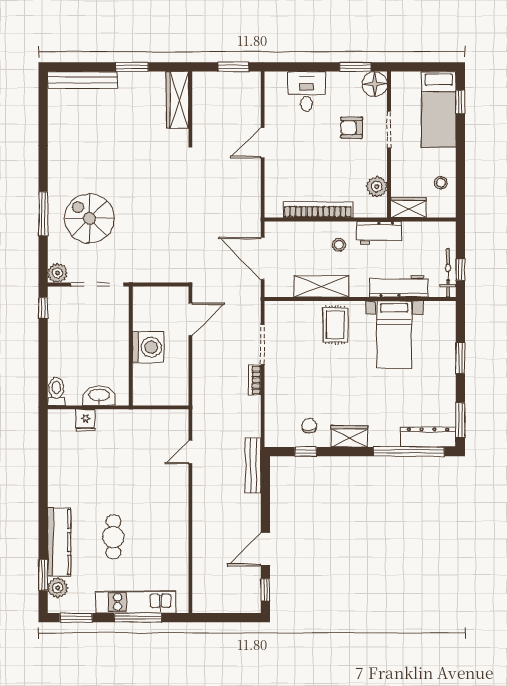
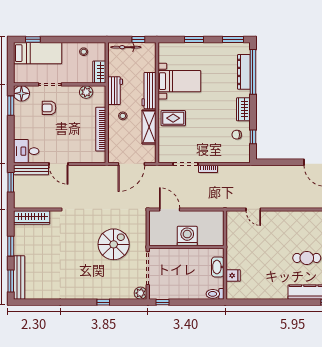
window: (77, 67) -> (11, 281), added
desk: (307, 91) -> (26, 151), moved
armchair: (352, 128) -> (49, 108), turned 90
window: (43, 214) -> (103, 302), width x0.46
spiral stairs: (89, 218) -> (114, 244), moved, turned 180
bicycle: (448, 273) -> (126, 47), moved
workbench: (399, 286) -> (149, 91), moved
dresser: (428, 437) -> (244, 72), moved
bench: (253, 465) -> (31, 170), moved

